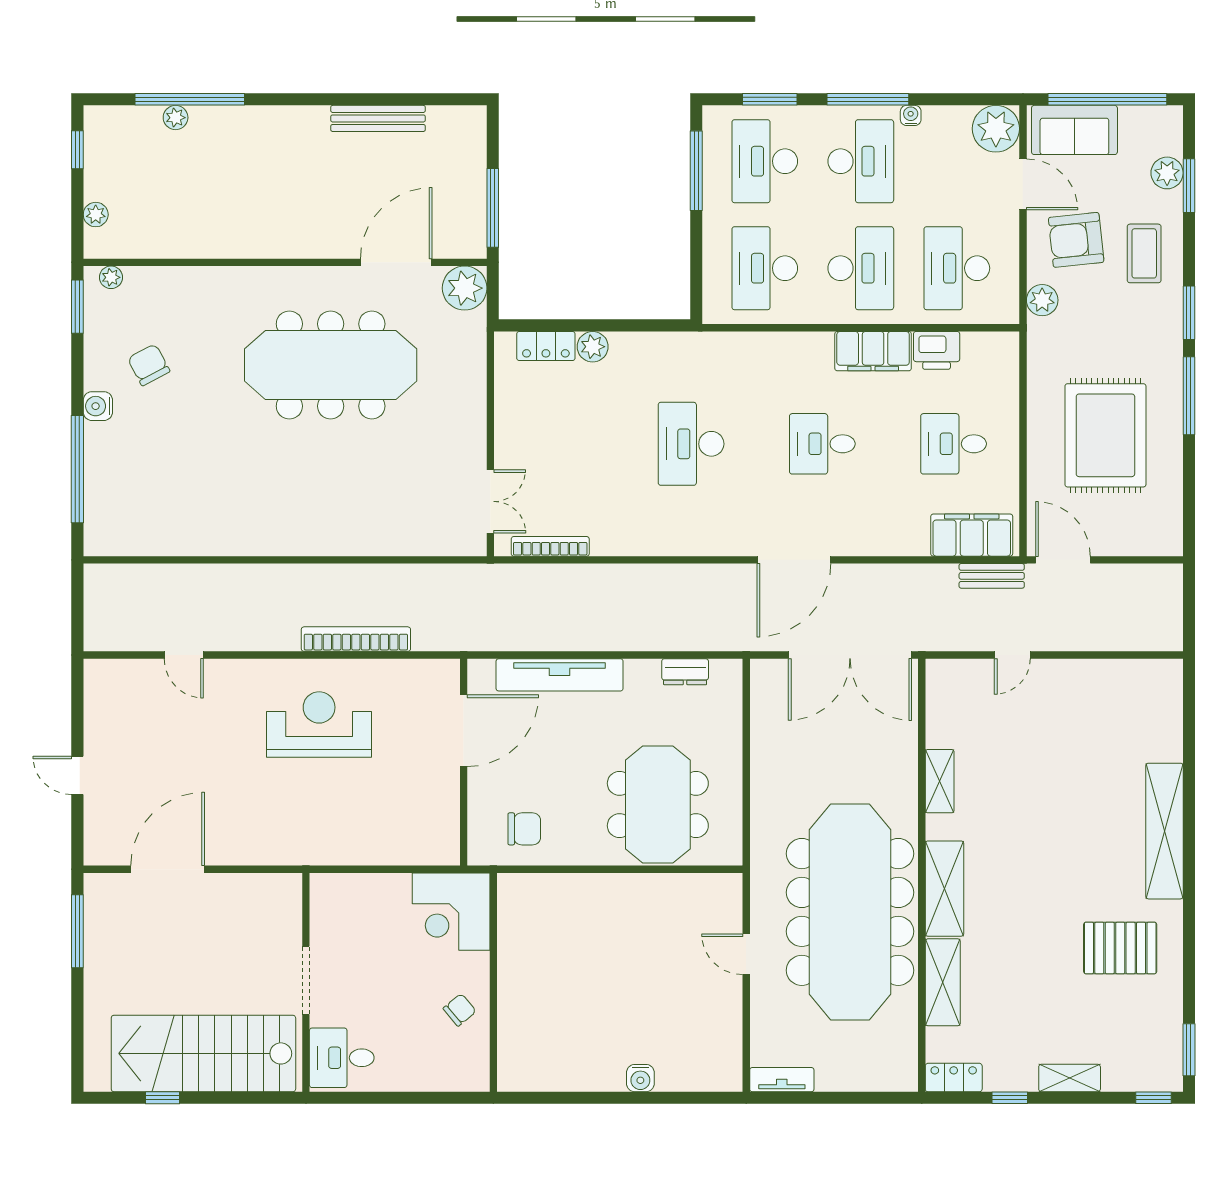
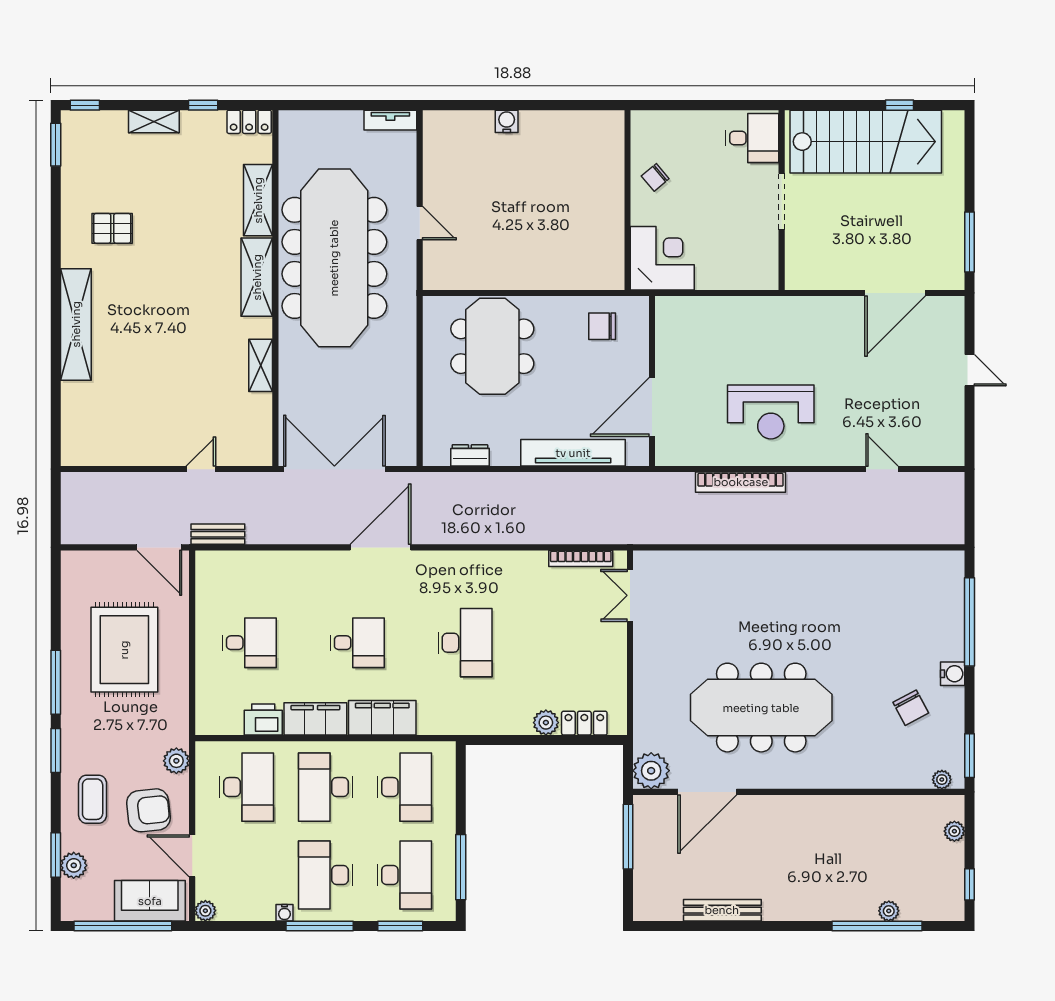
plant: (996, 129) -> (205, 911), width x0.53, depth x0.53
filing cabinet: (972, 535) -> (382, 718), moved, turned 180
pallet: (1120, 948) -> (112, 228), width x0.67, depth x0.71

